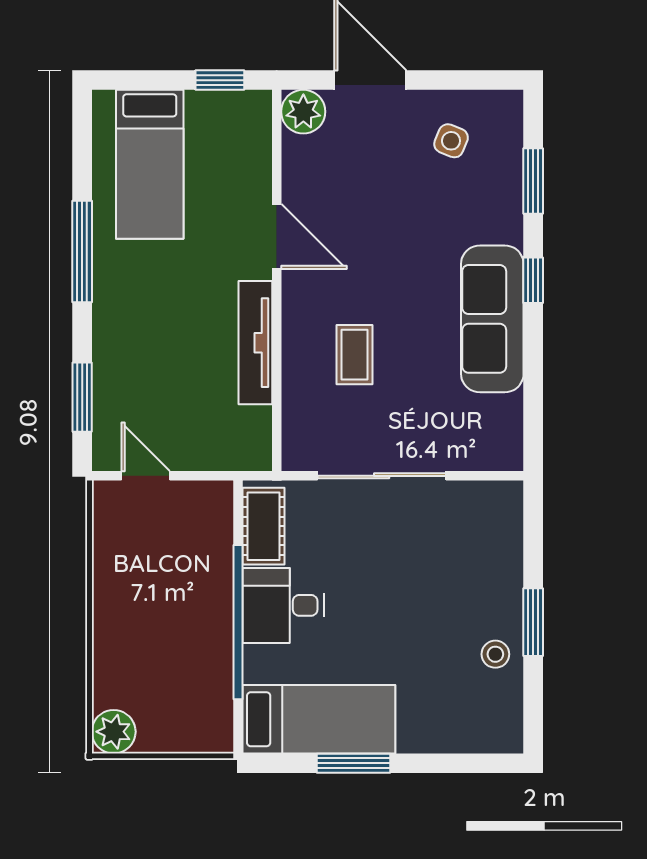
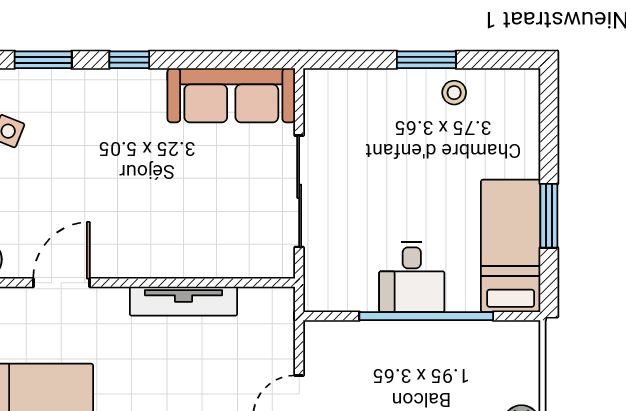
door: (277, 237) -> (62, 283), moved
sofa: (492, 319) -> (231, 95), moved
coffee table: (354, 355) -> (194, 215), removed
cot: (264, 526) -> (343, 294), removed

